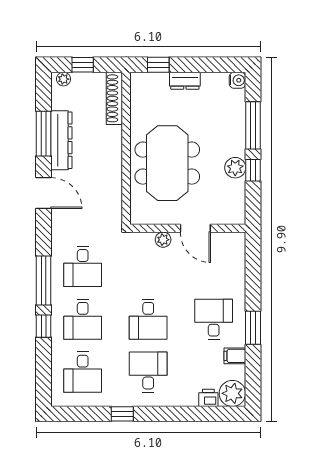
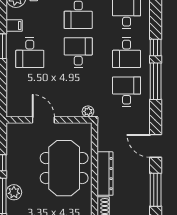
dresser: (61, 140) -> (105, 174), moved, turned 180
plant: (235, 168) -> (14, 192), moved
plant: (163, 240) -> (88, 111), moved
desk: (83, 319) -> (127, 53), turned 180

